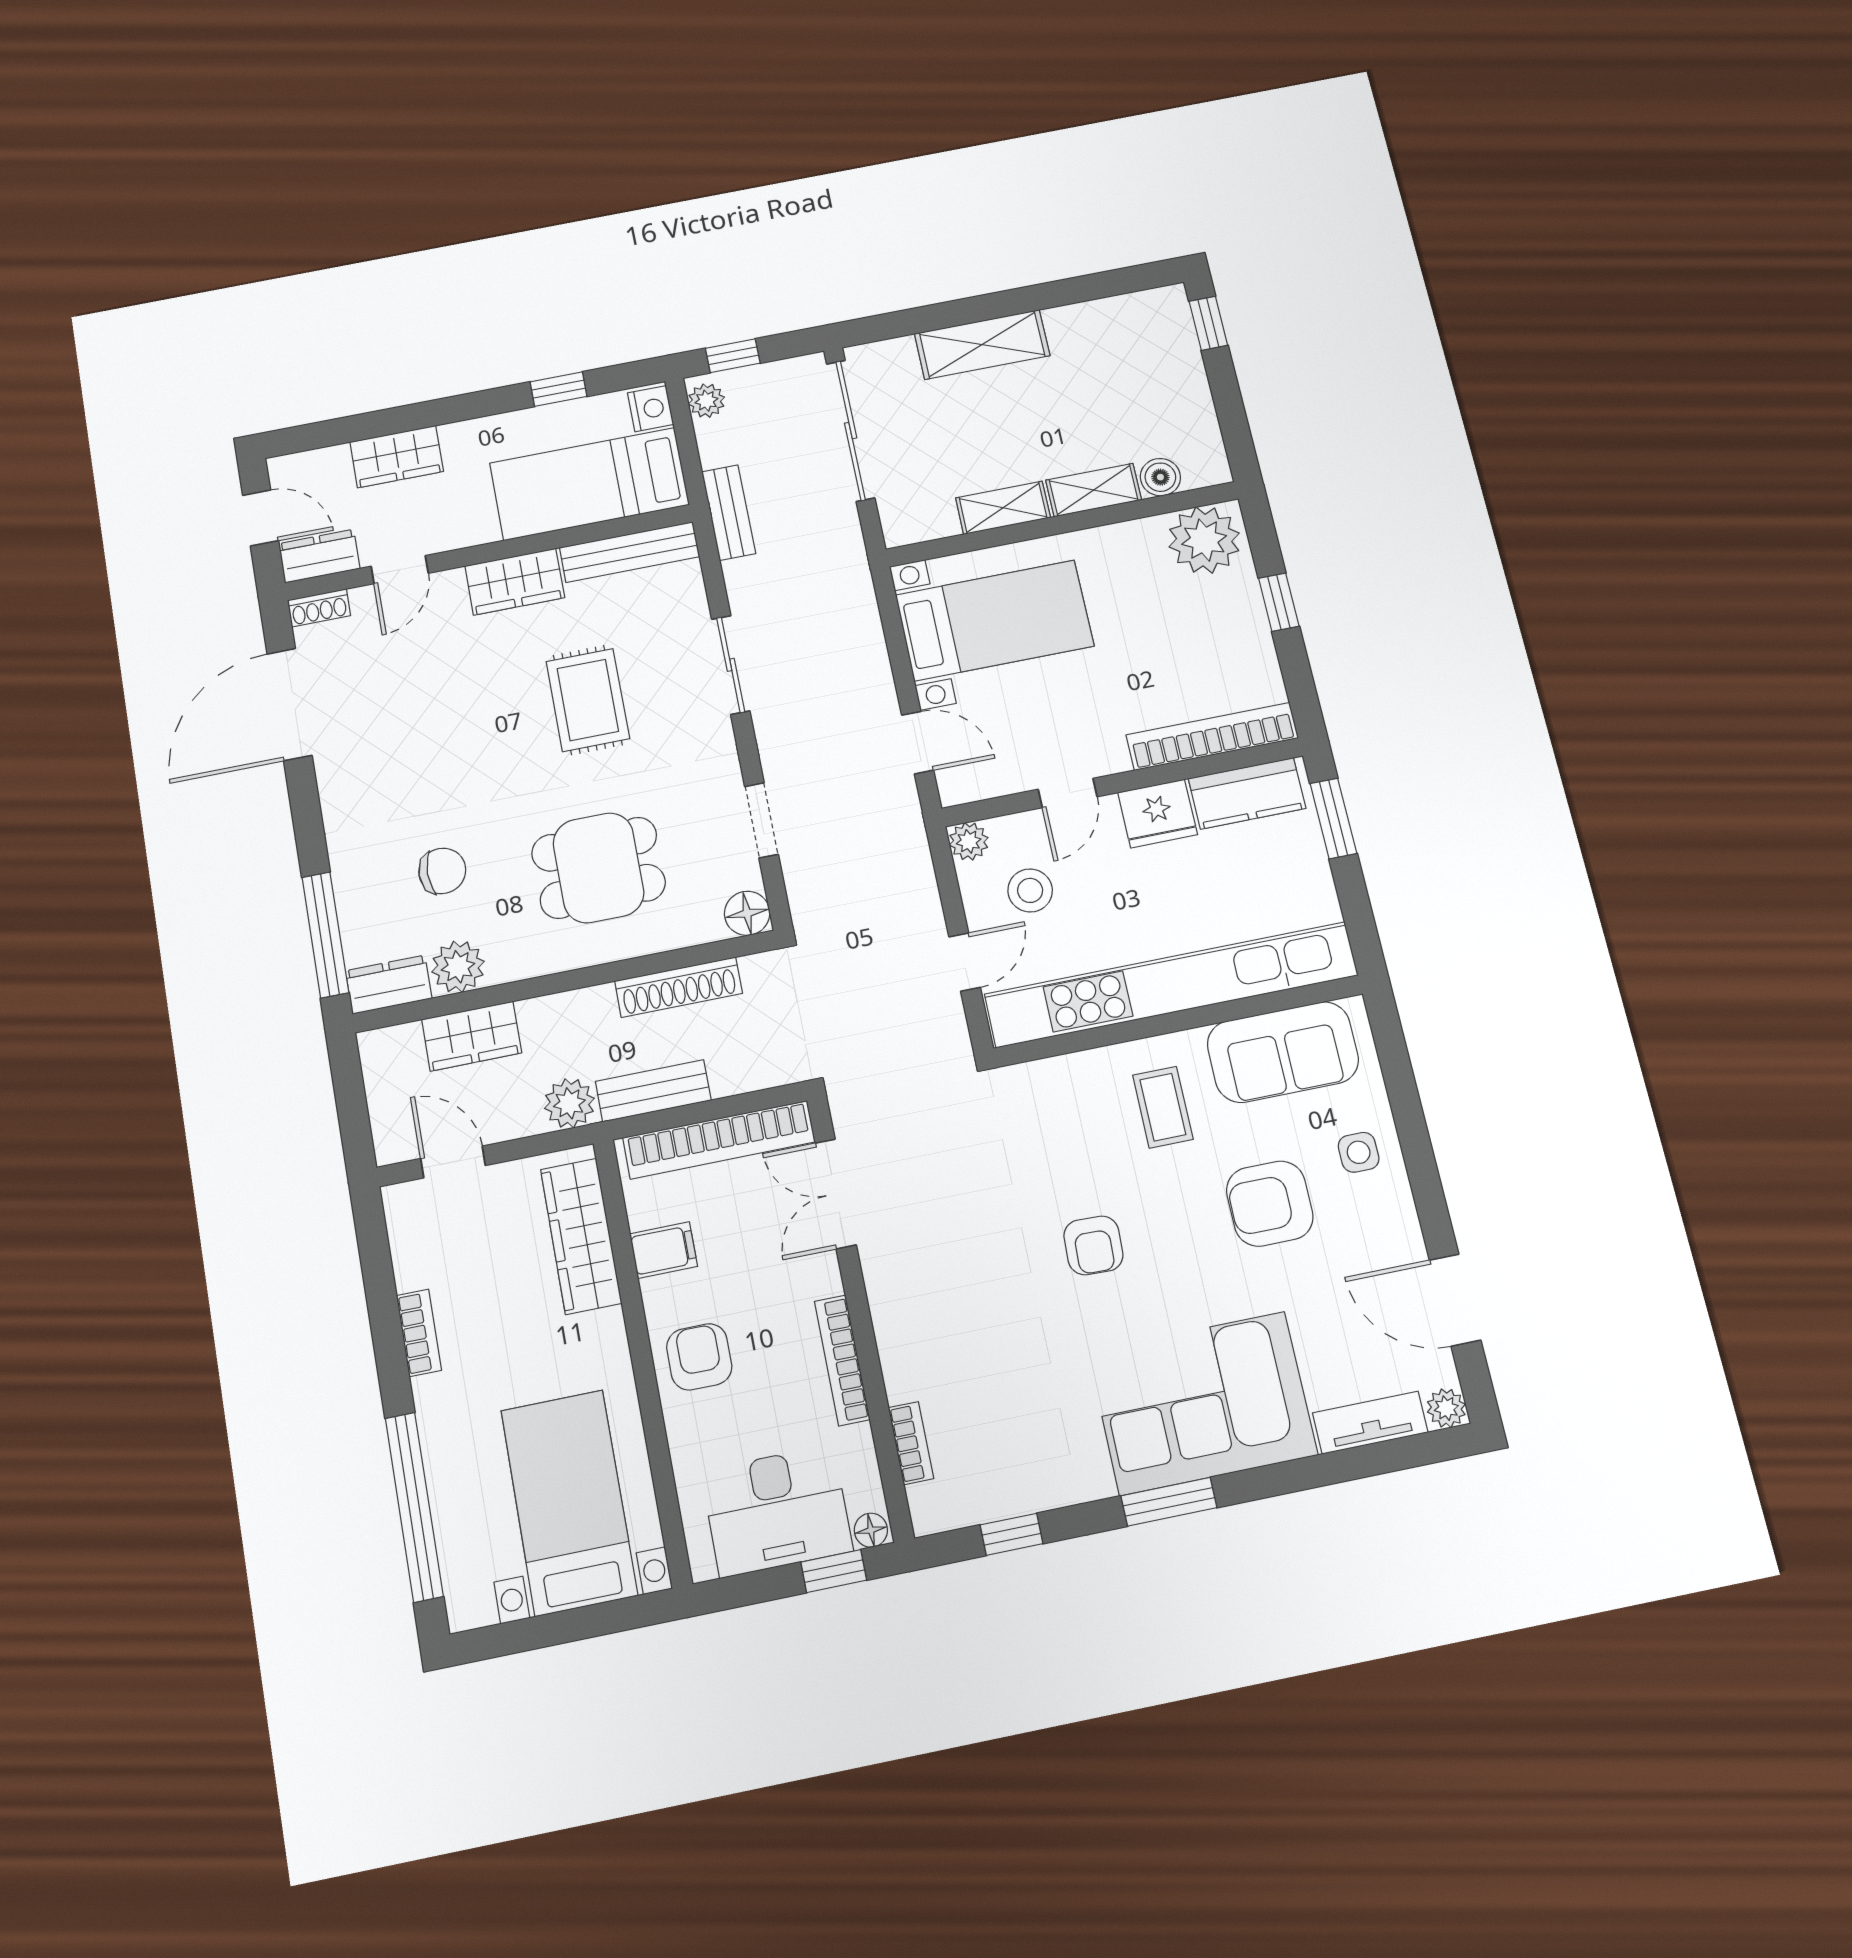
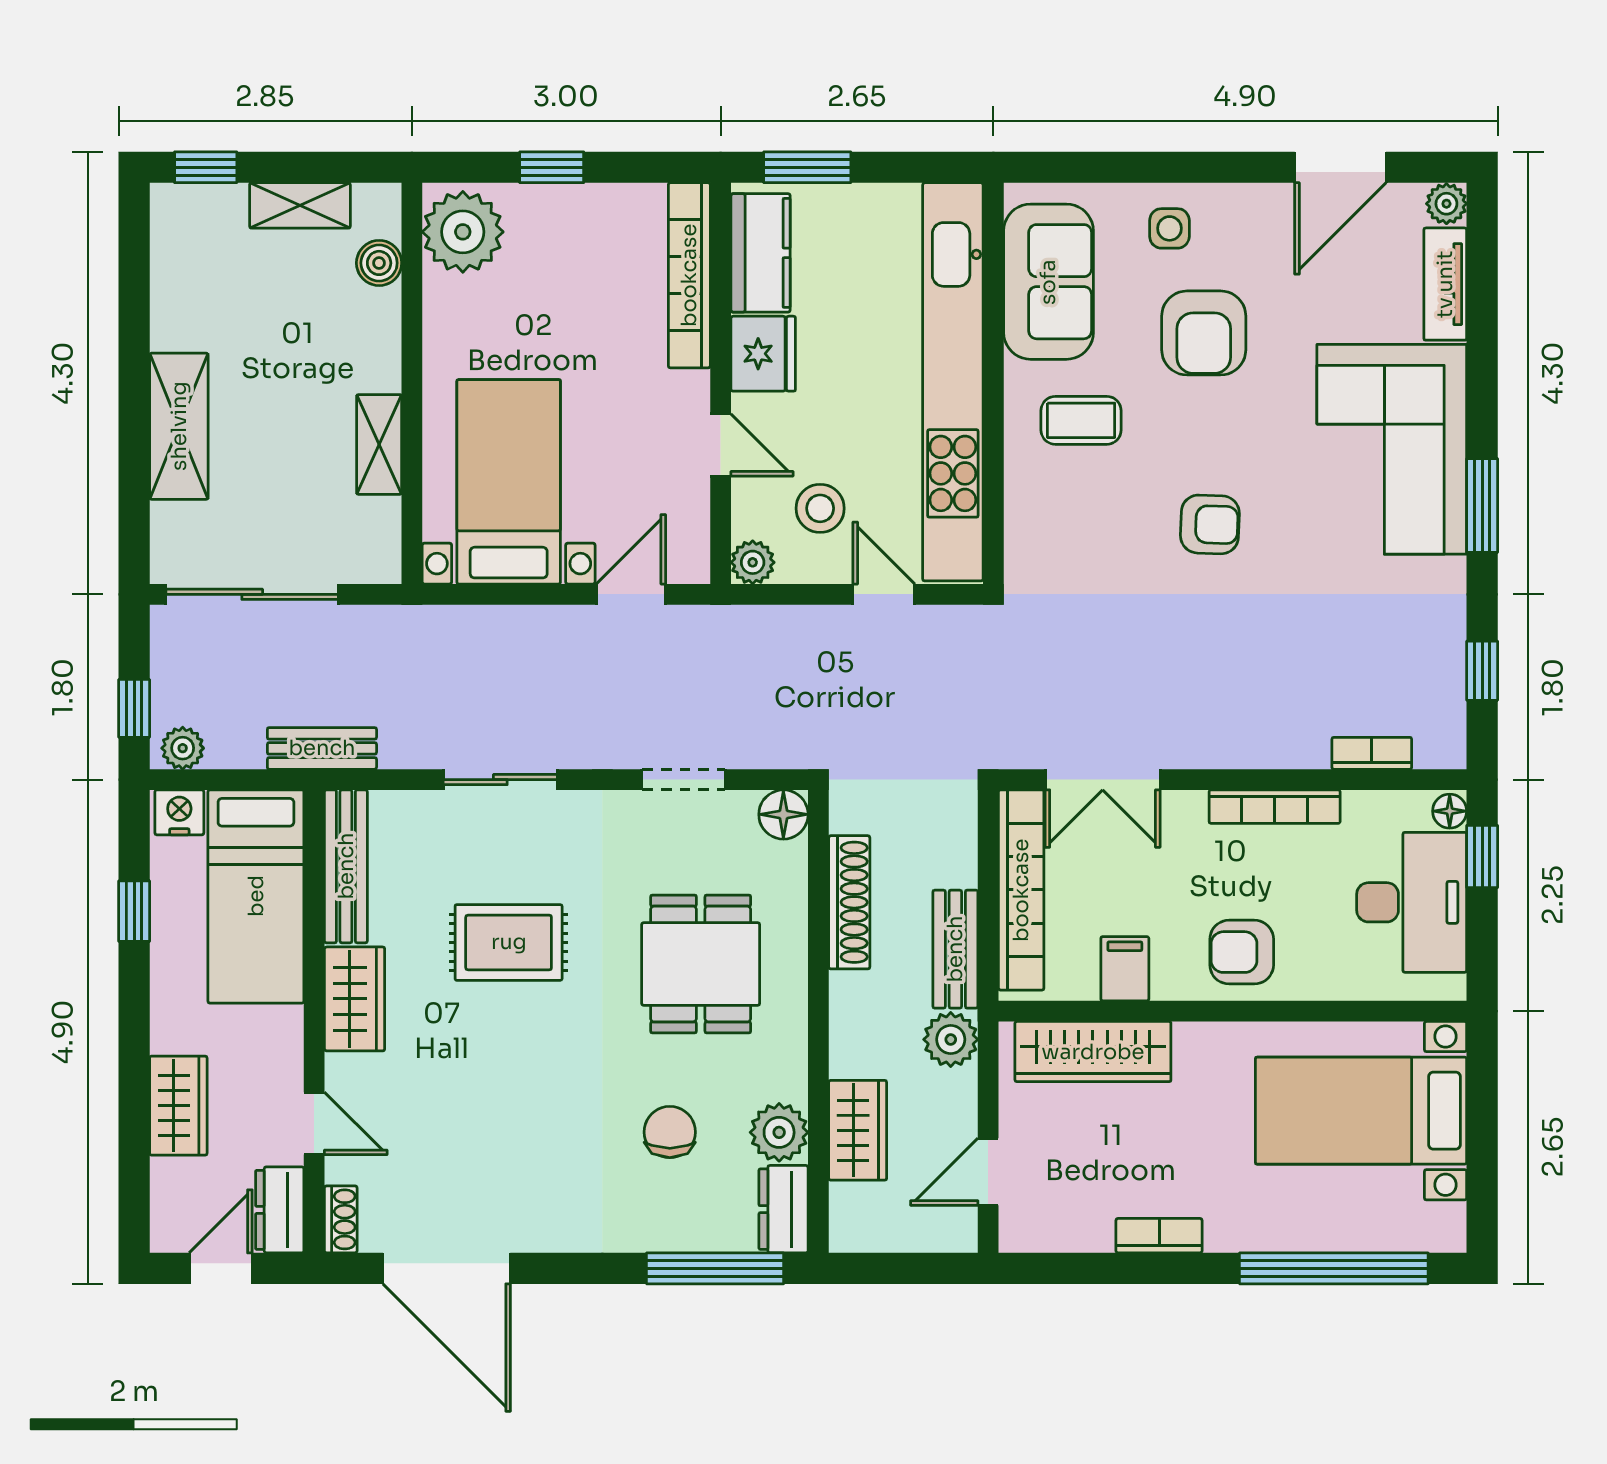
shelving: (1094, 490) -> (300, 205), moved, turned 90

